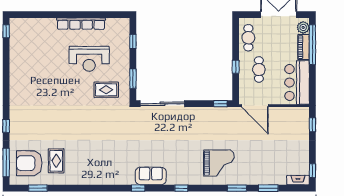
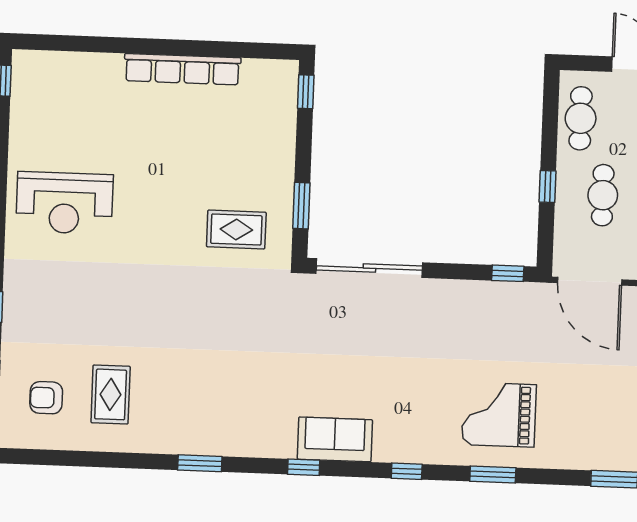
window: (133, 41) -> (306, 92), moved
reception desk: (89, 59) -> (64, 203), moved
armchair: (29, 163) -> (46, 398), width x0.53, depth x0.53
grand piano: (219, 163) -> (499, 415), turned 180
window: (38, 188) -> (200, 463), moved
window: (237, 188) -> (493, 475), moved

